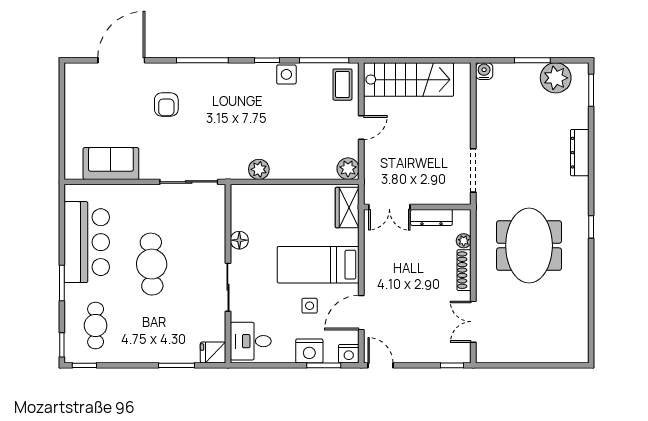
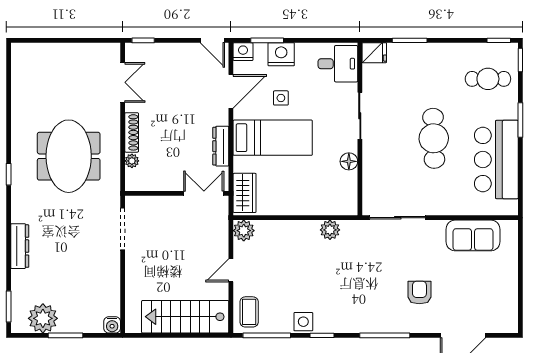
dresser: (431, 217) -> (221, 146), moved, turned -90
cafe table: (96, 325) -> (488, 79), turned 90

